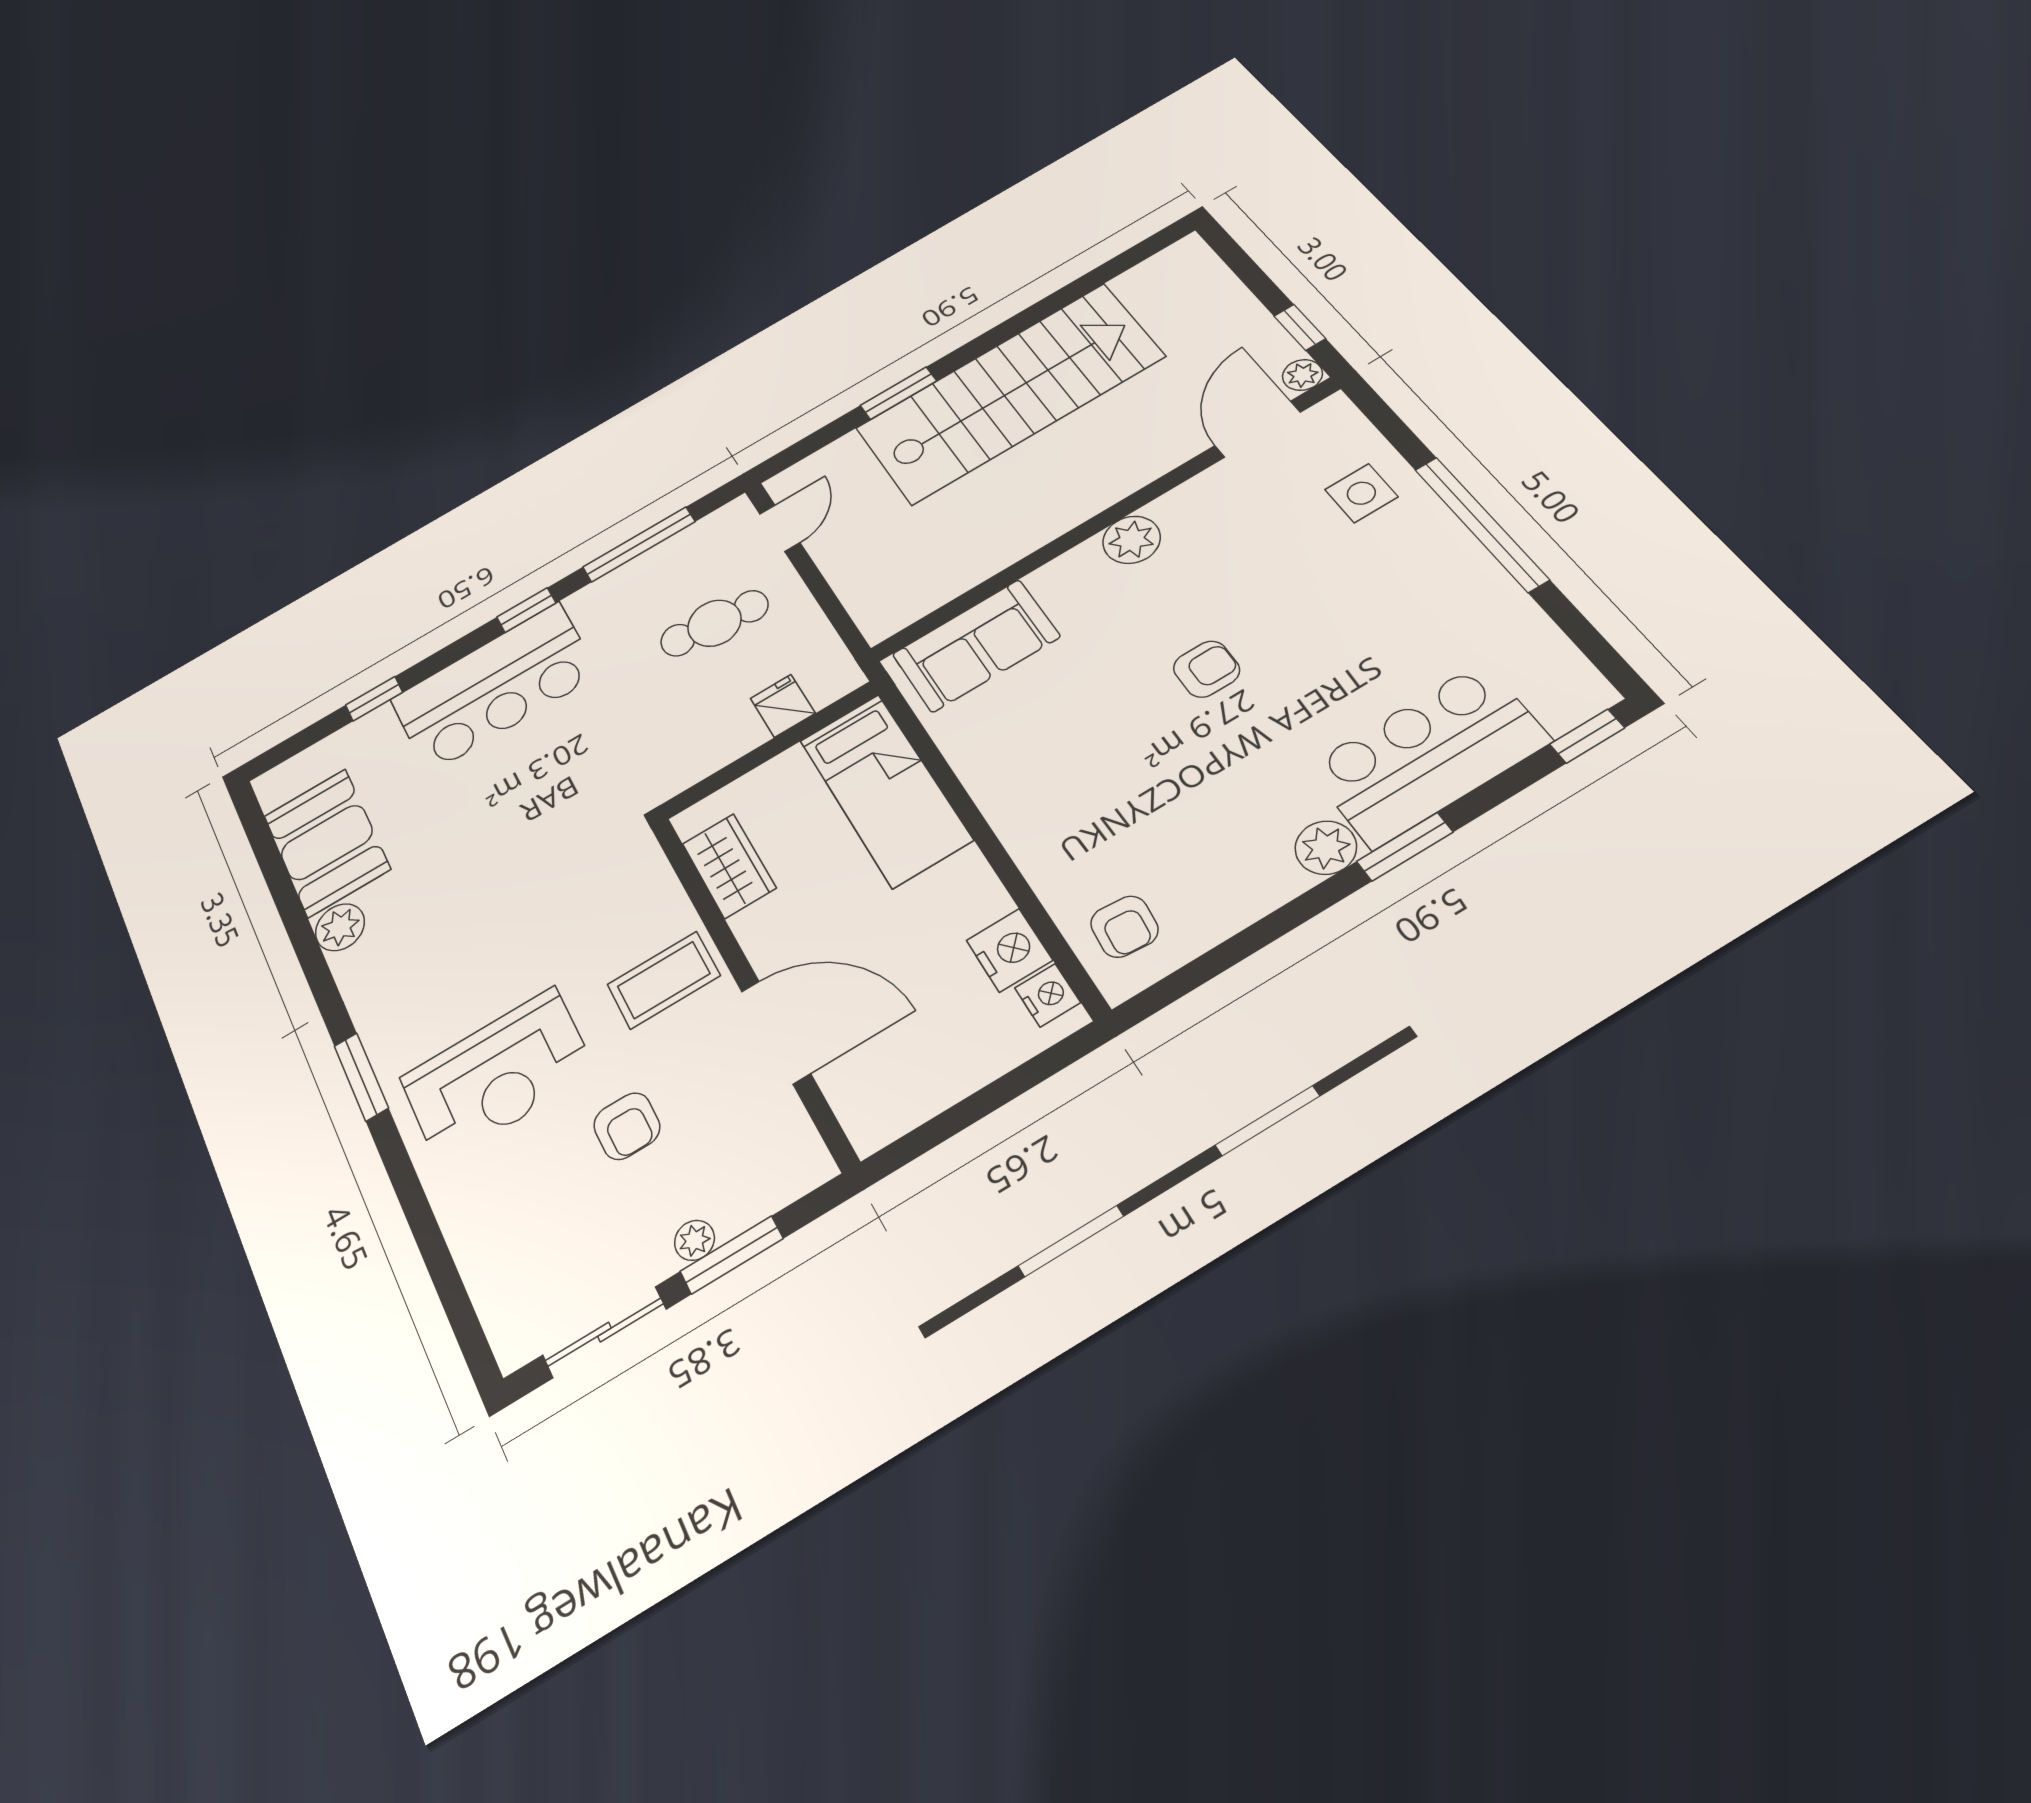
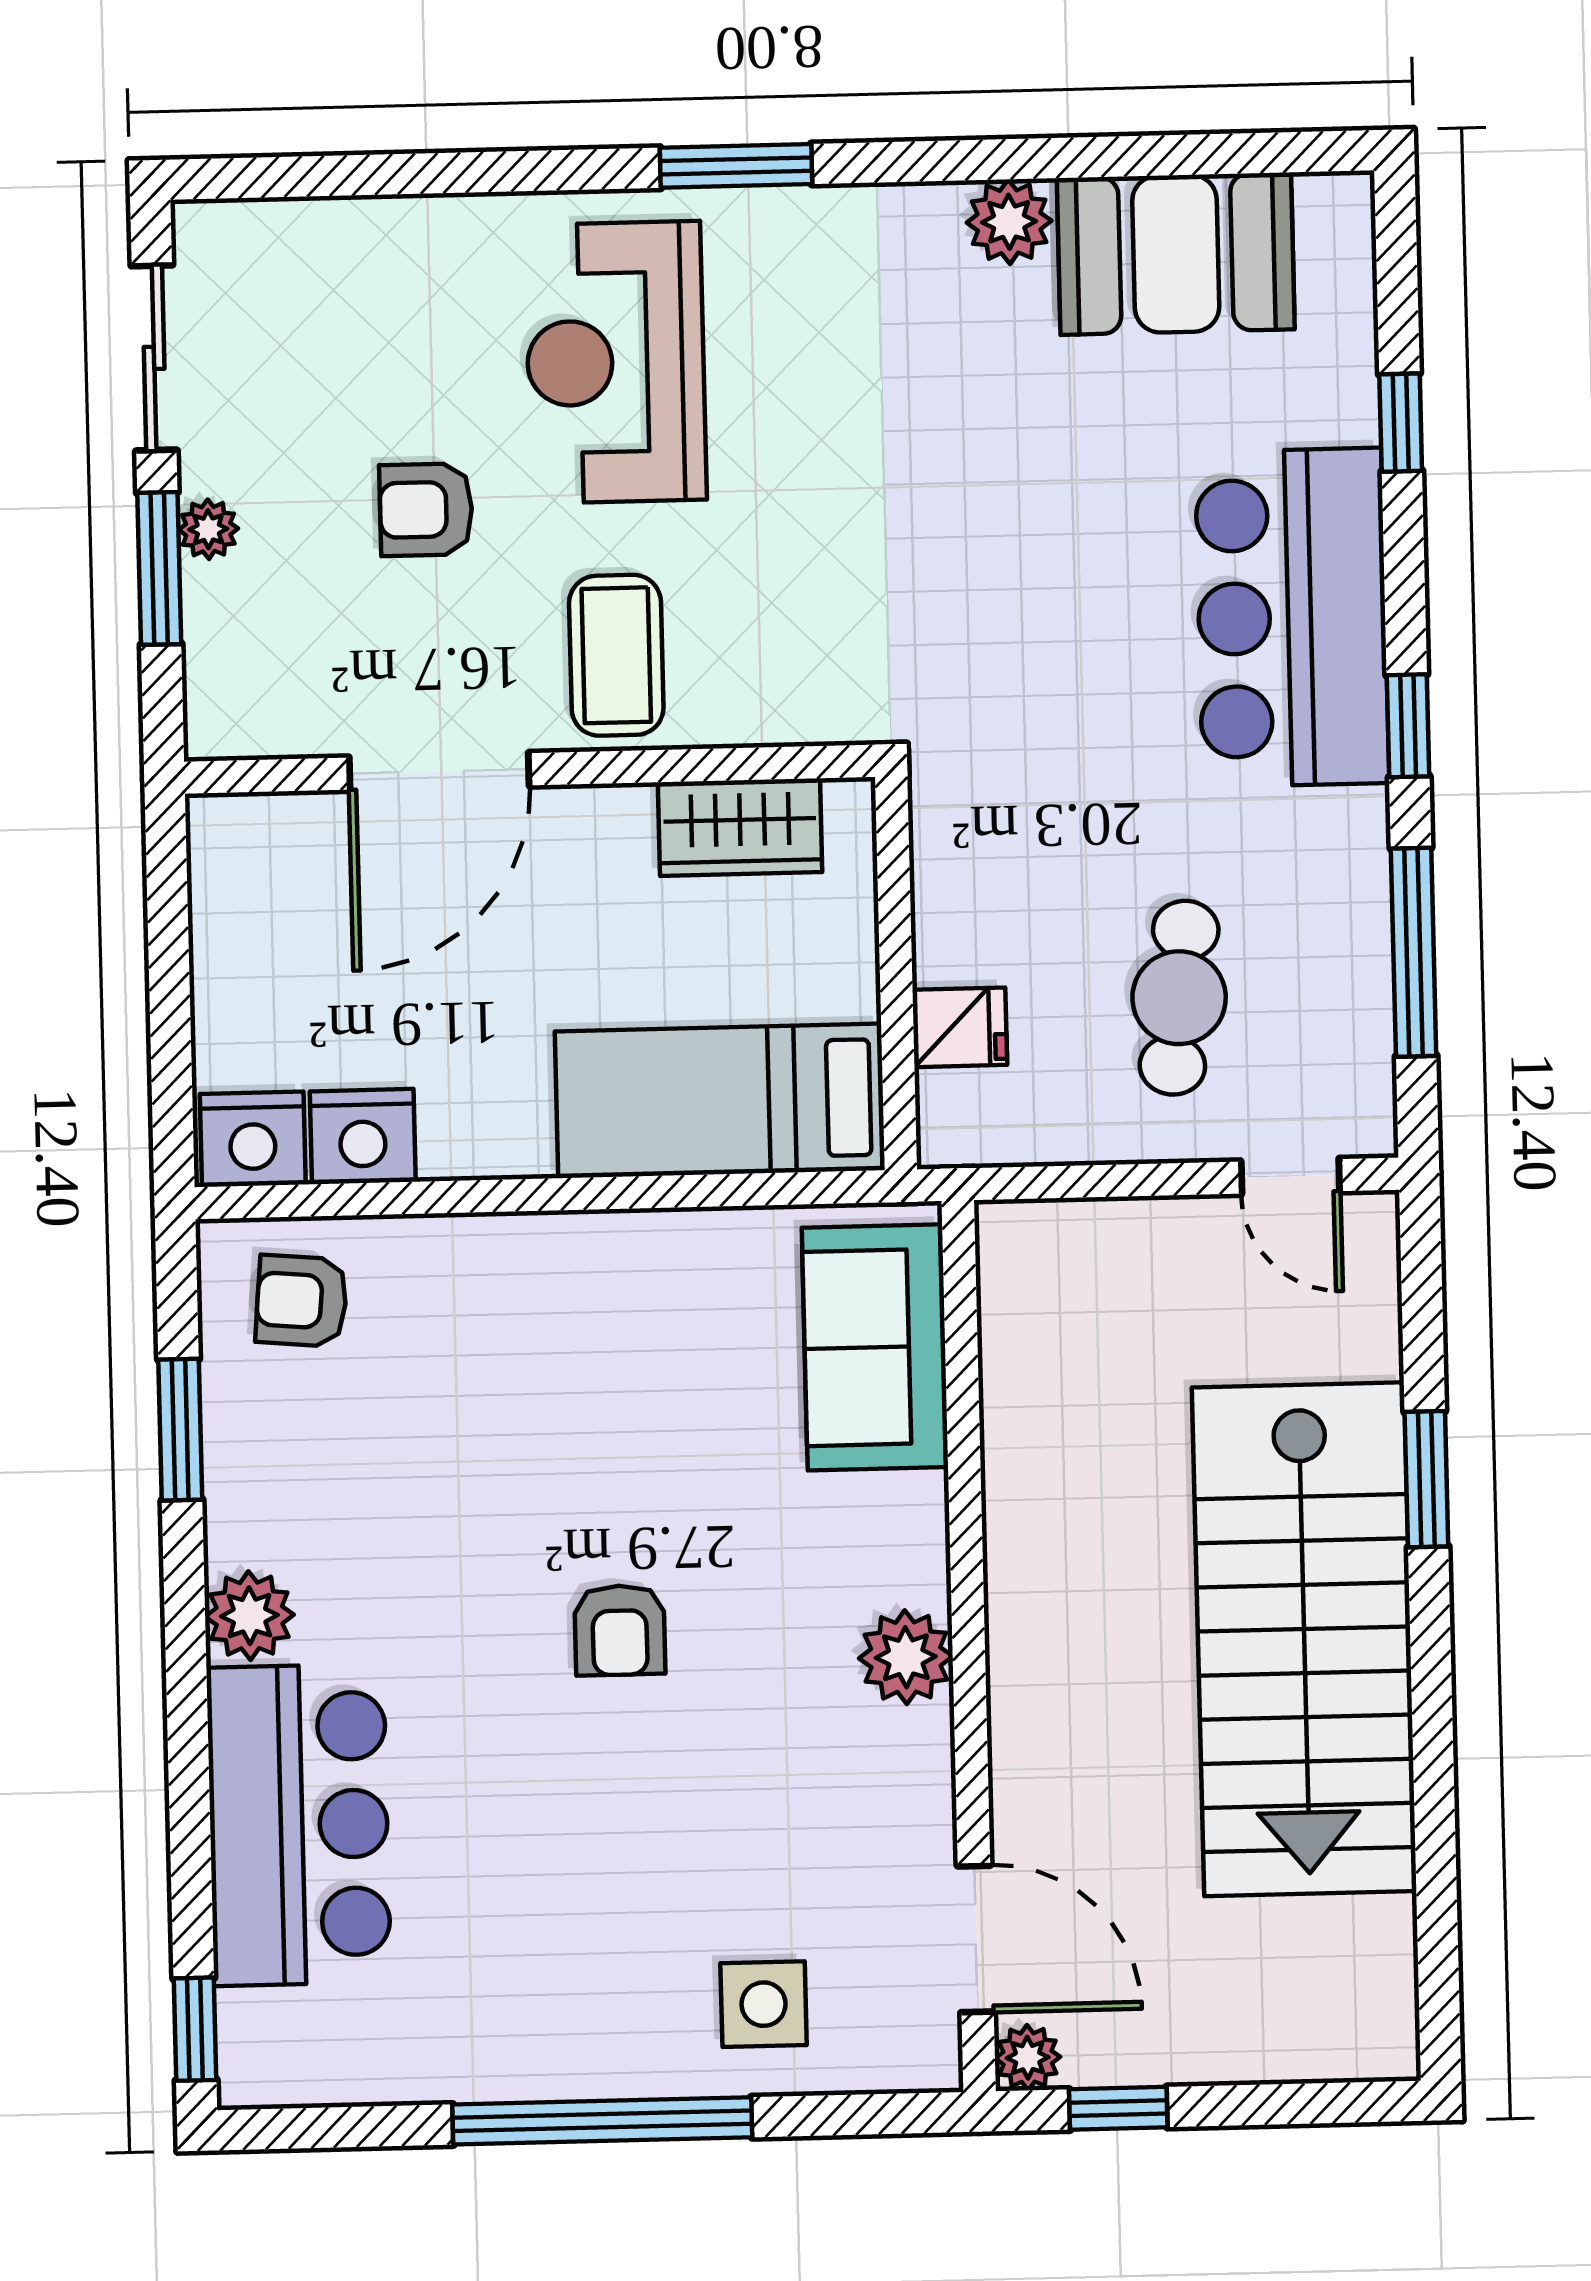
window: (1405, 847) -> (180, 1430), moved
nightstand: (1048, 995) -> (253, 1139), width x1.36, depth x1.33

